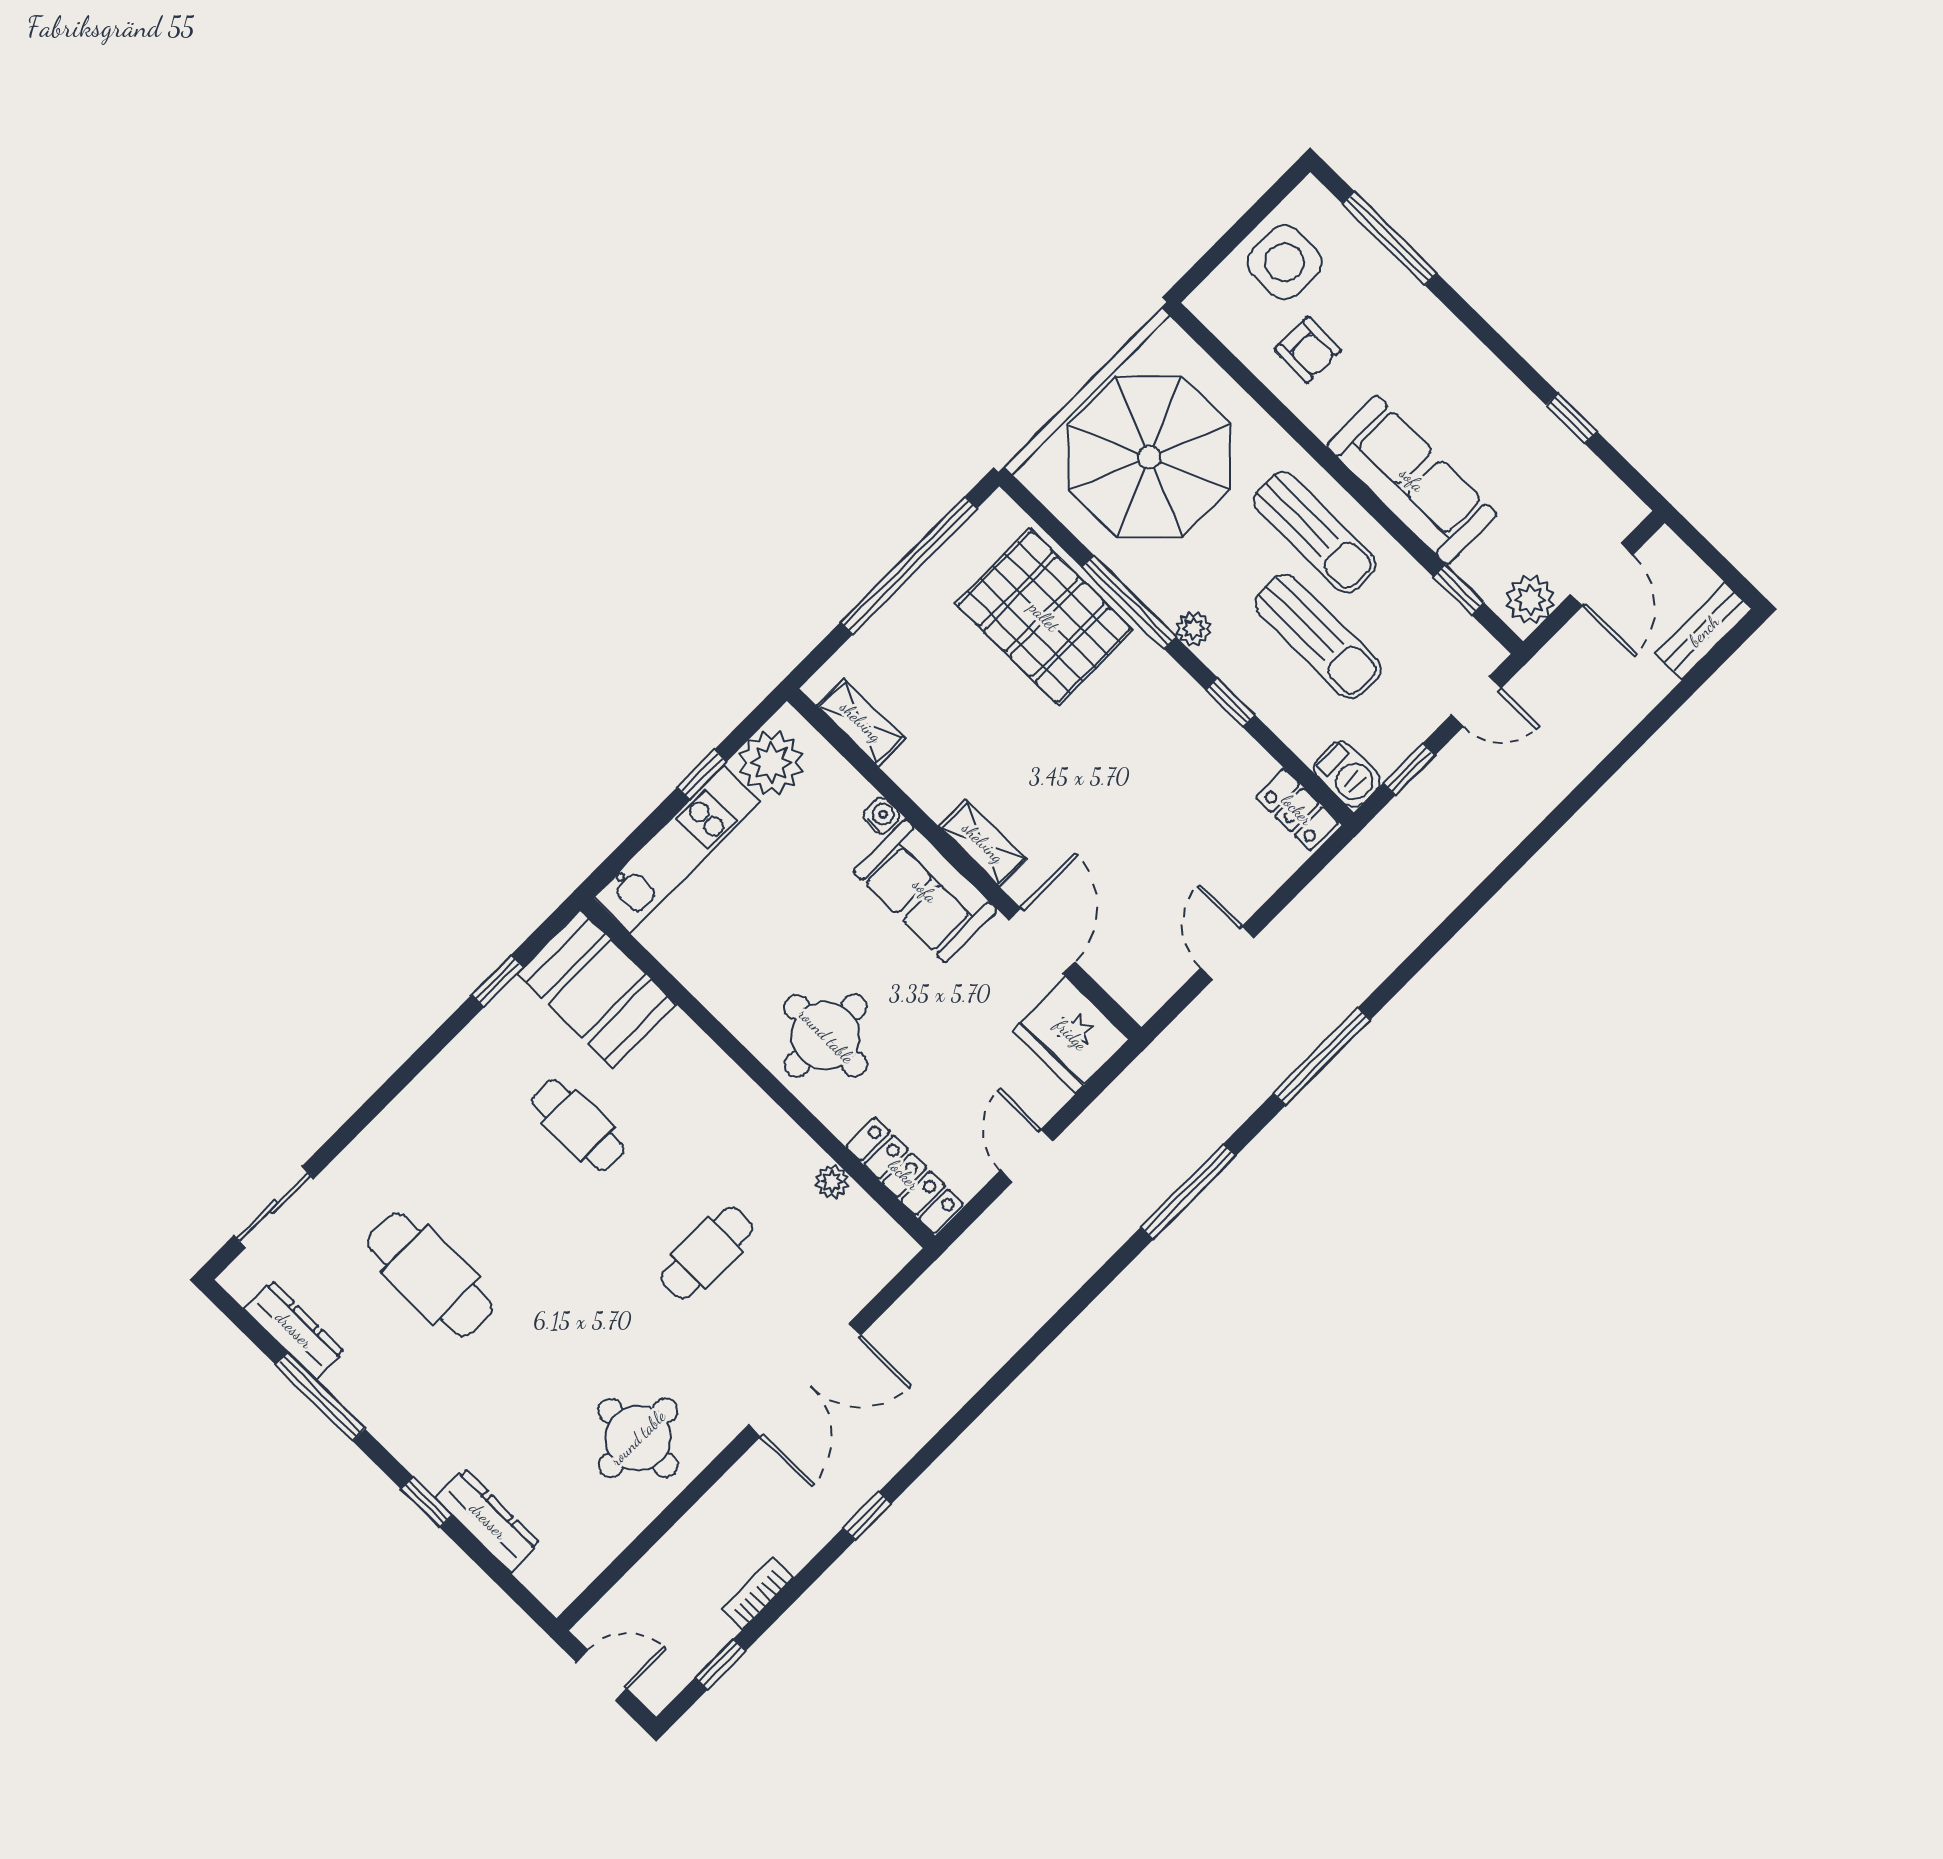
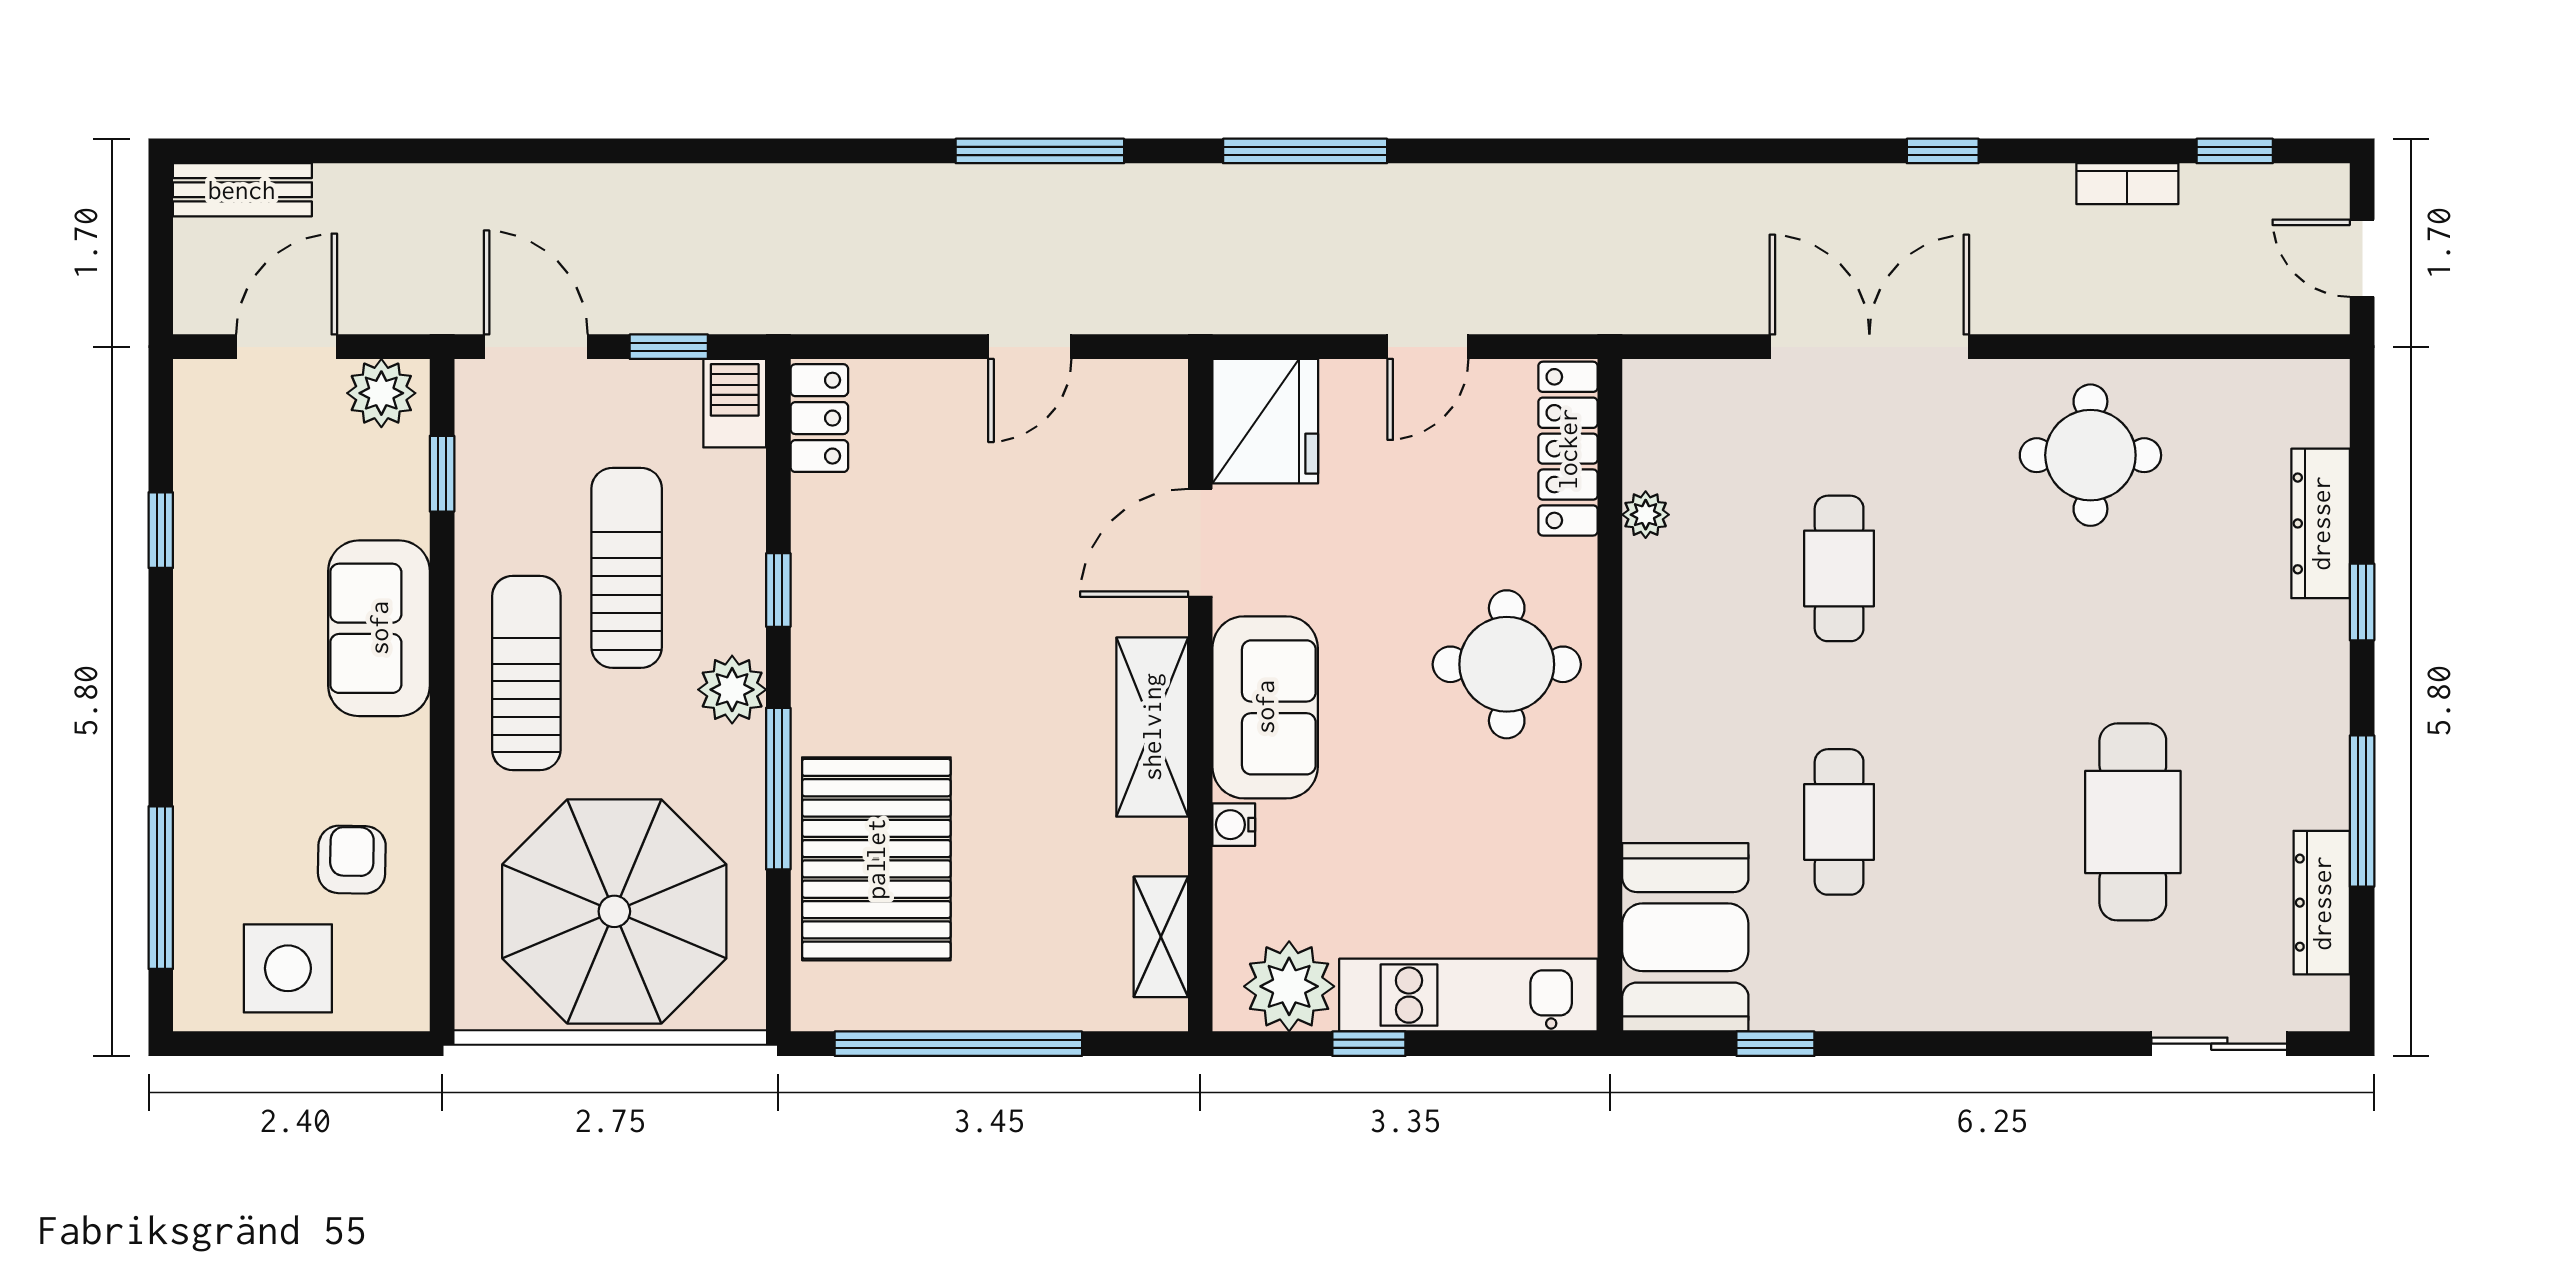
sofa: (1412, 480) -> (379, 628), width x0.73
plant: (1193, 629) -> (732, 690), width x1.38, depth x1.38
door: (1476, 701) -> (536, 347), width x1.38
shelving: (983, 843) -> (1152, 727), width x1.50, depth x1.33
cafe table: (707, 1253) -> (1839, 568), turned 90

